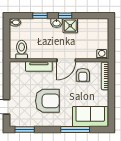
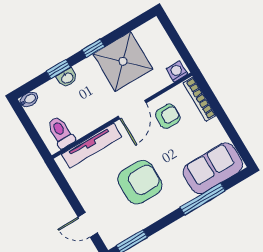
washbasin: (56, 23) -> (67, 78), moved
shower: (70, 26) -> (123, 61), width x1.86, depth x1.86
tv unit: (39, 66) -> (92, 146), width x1.41
armchair: (83, 75) -> (168, 116), turned -90

